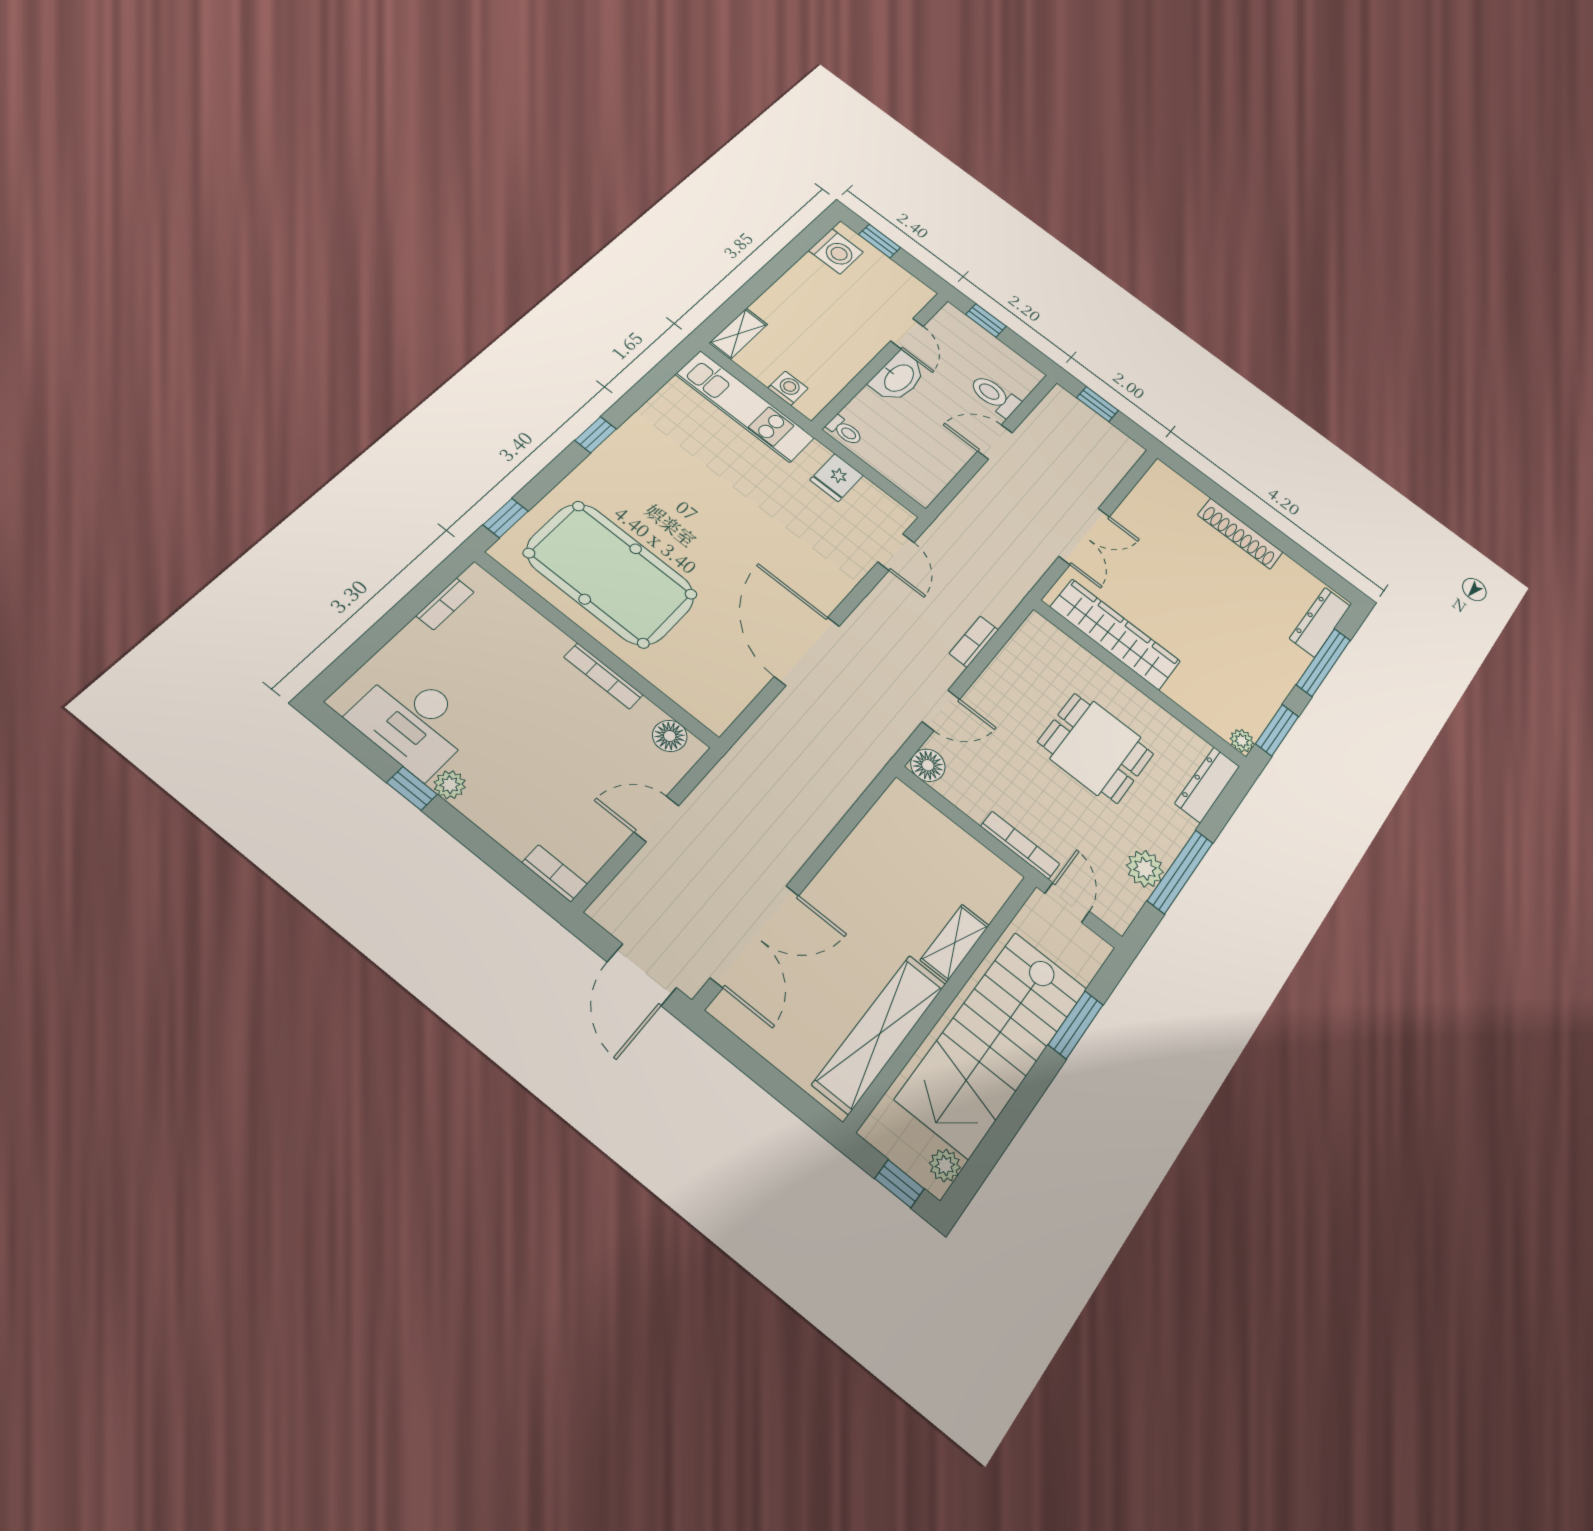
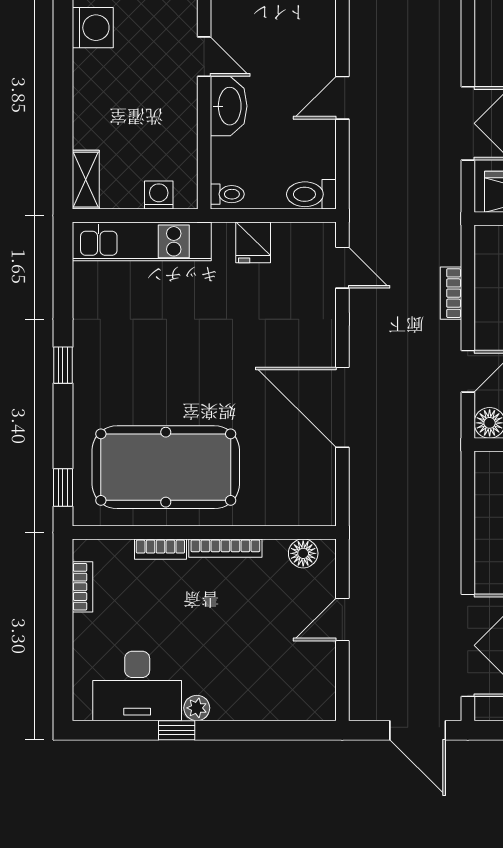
toilet: (995, 396) -> (311, 194), moved
bookcase: (555, 873) -> (160, 549), moved, turned 180

